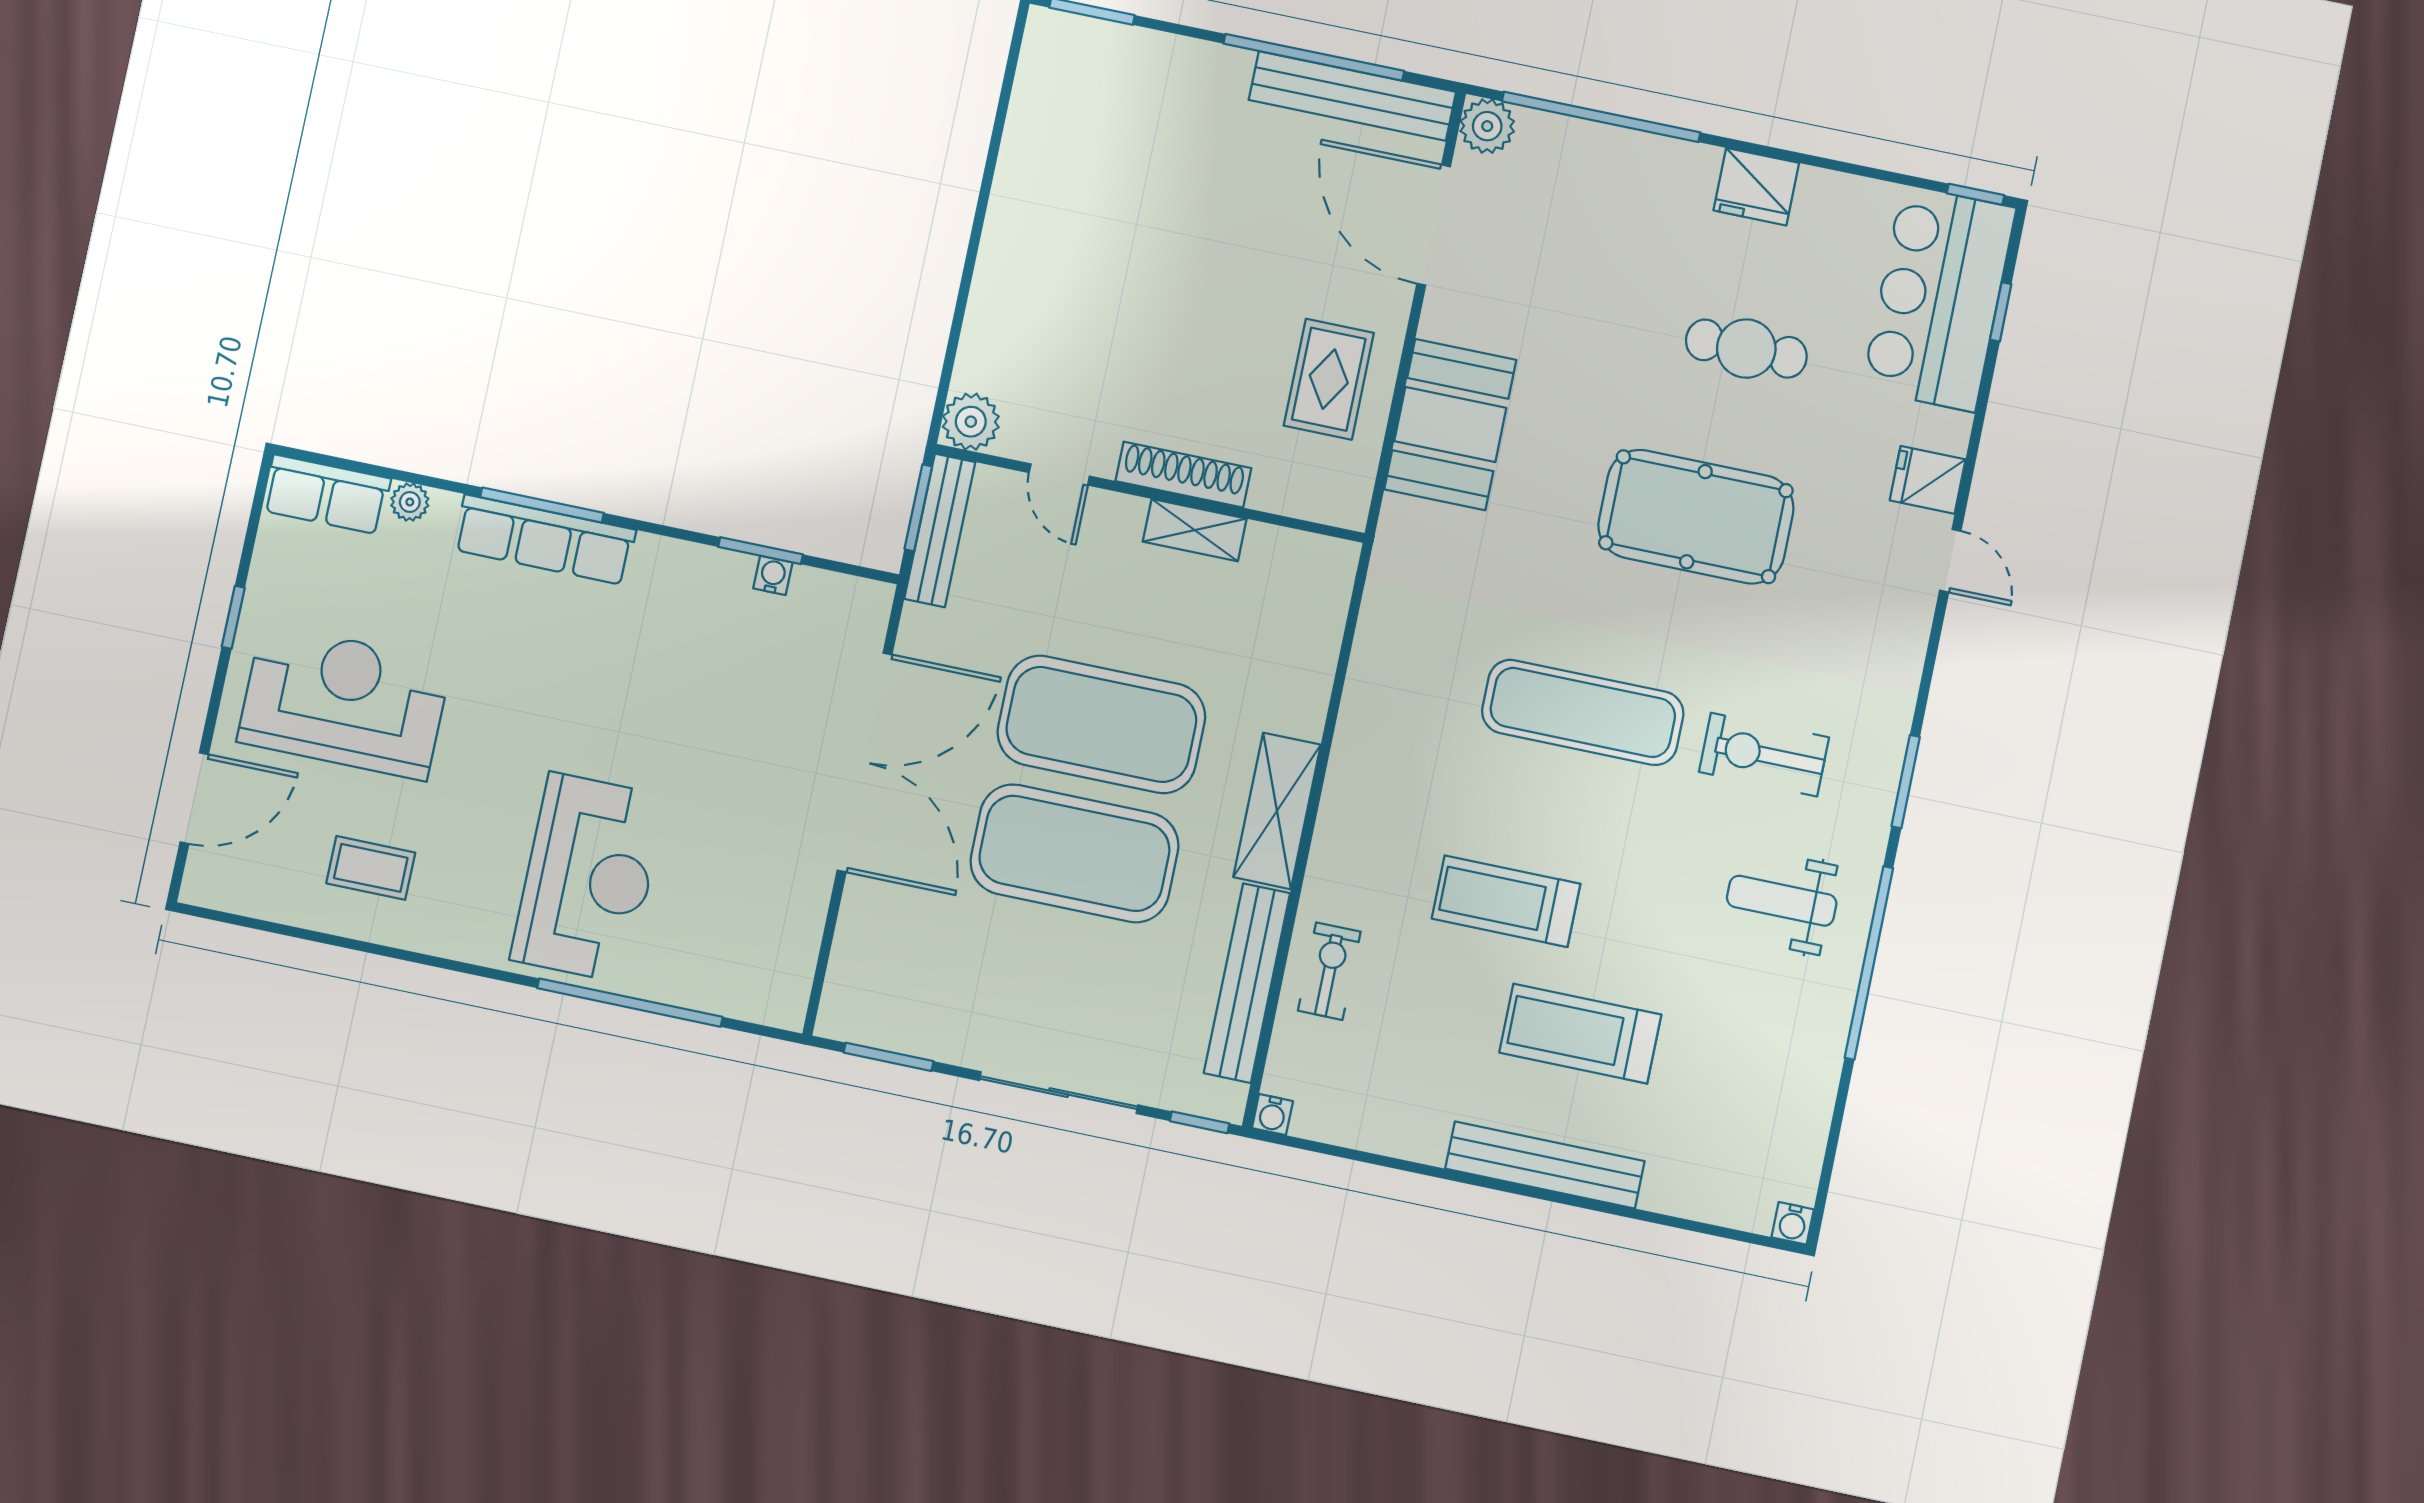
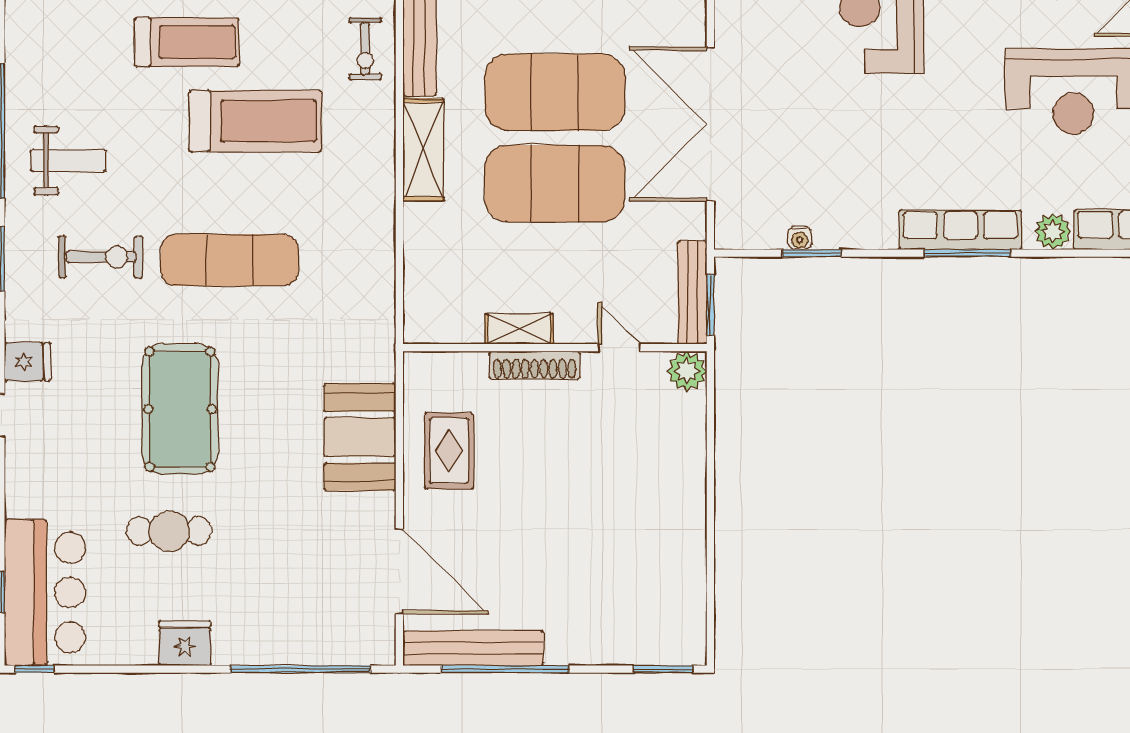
plant: (1487, 126) -> (377, 647), removed
fridge: (1928, 480) -> (27, 362), moved
plant: (410, 502) -> (1053, 231), width x1.38, depth x1.38
pool table: (1696, 517) -> (180, 409), turned 90
treadmill: (1506, 901) -> (255, 121), width x1.37, depth x1.38

